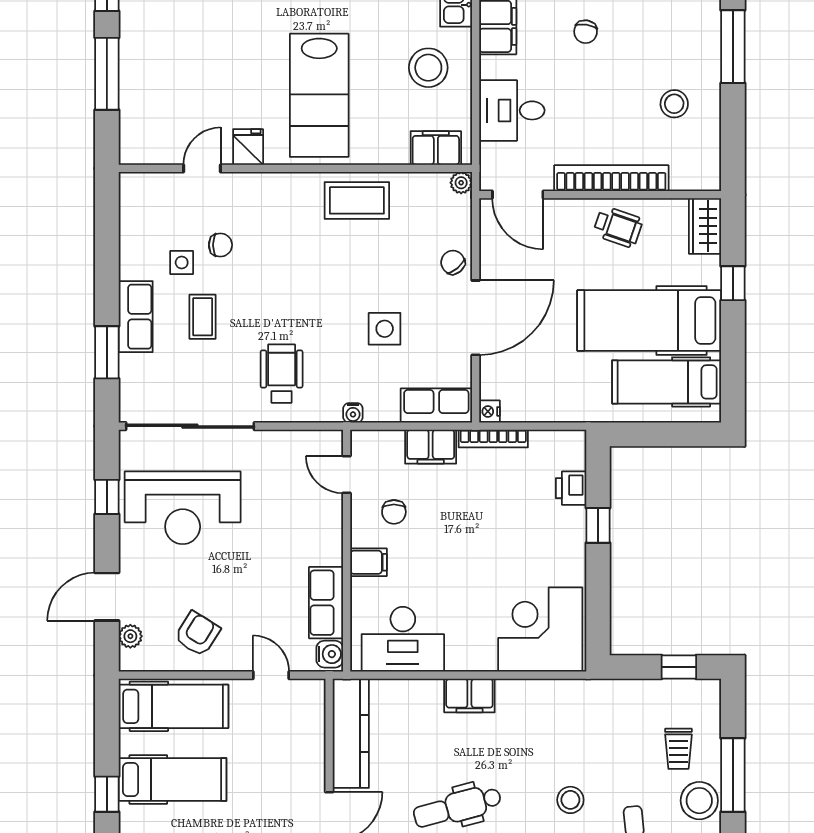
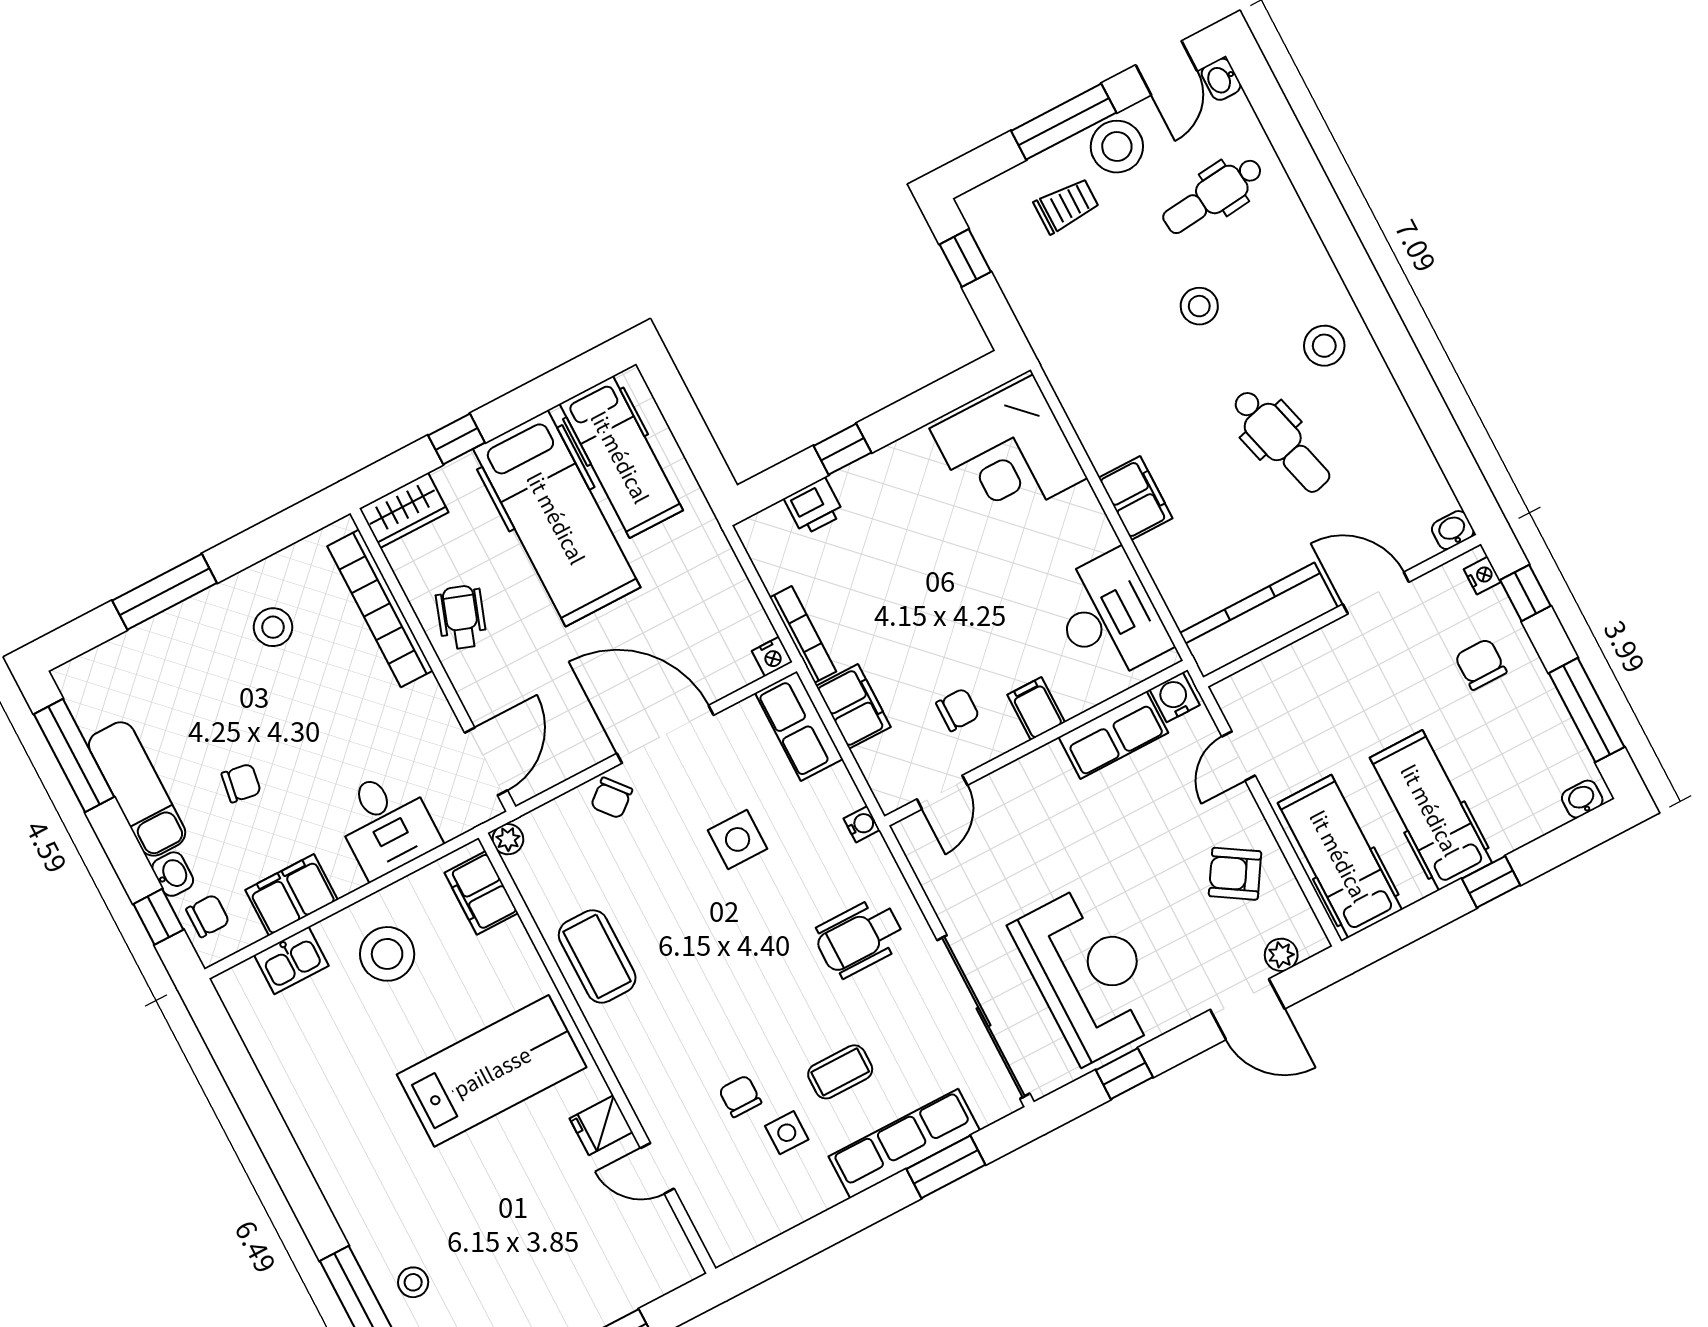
bookcase: (611, 178) -> (380, 608), moved
row of seats: (136, 317) -> (904, 1144), width x1.48

